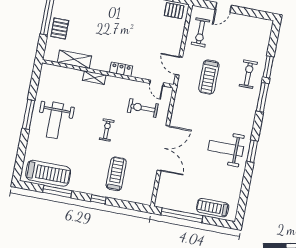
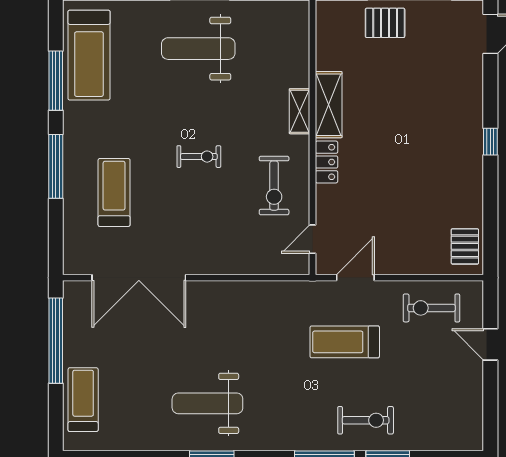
shelving: (74, 59) -> (329, 105), moved
exercise bike: (143, 108) -> (274, 186), moved, turned 180
double door: (163, 148) -> (139, 278), moved
weight bench: (226, 148) -> (207, 403), turned -90
treadmill: (116, 174) -> (114, 192), turned -90
window: (98, 199) -> (56, 166), width x2.17

